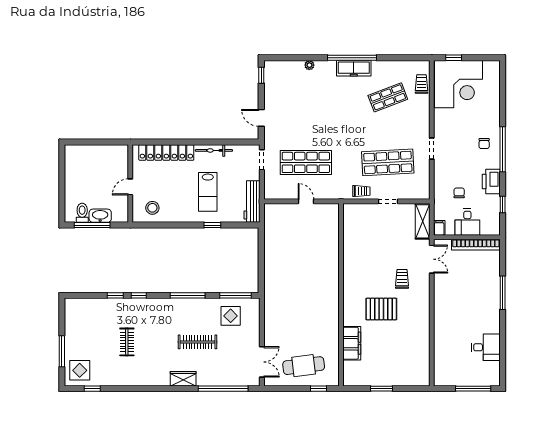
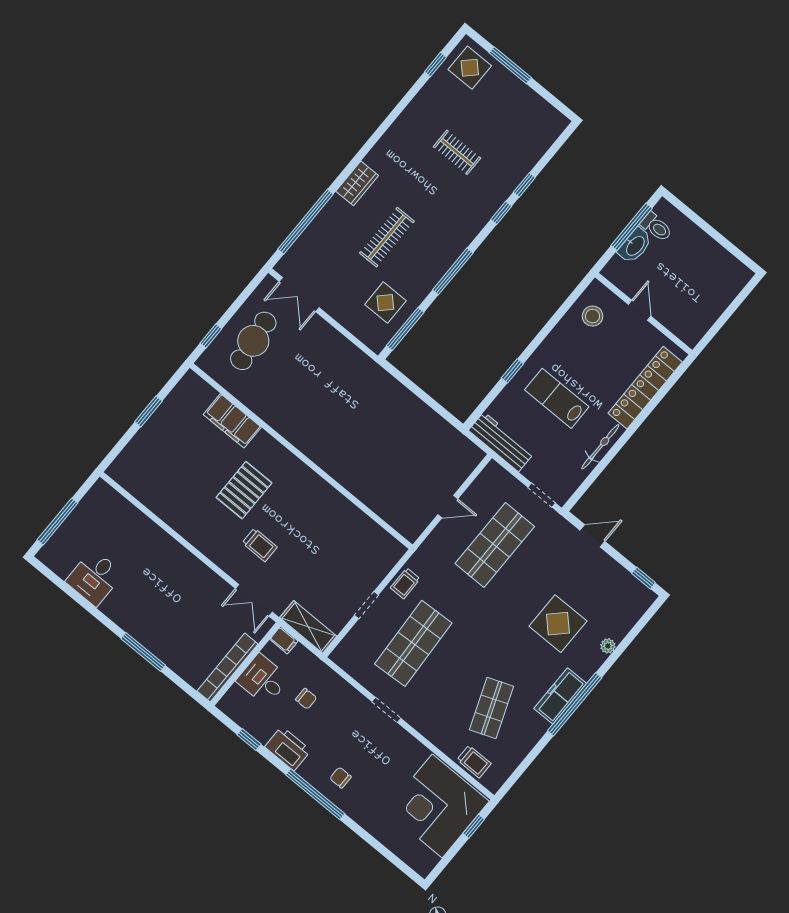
display table: (319, 99) -> (558, 624), added

